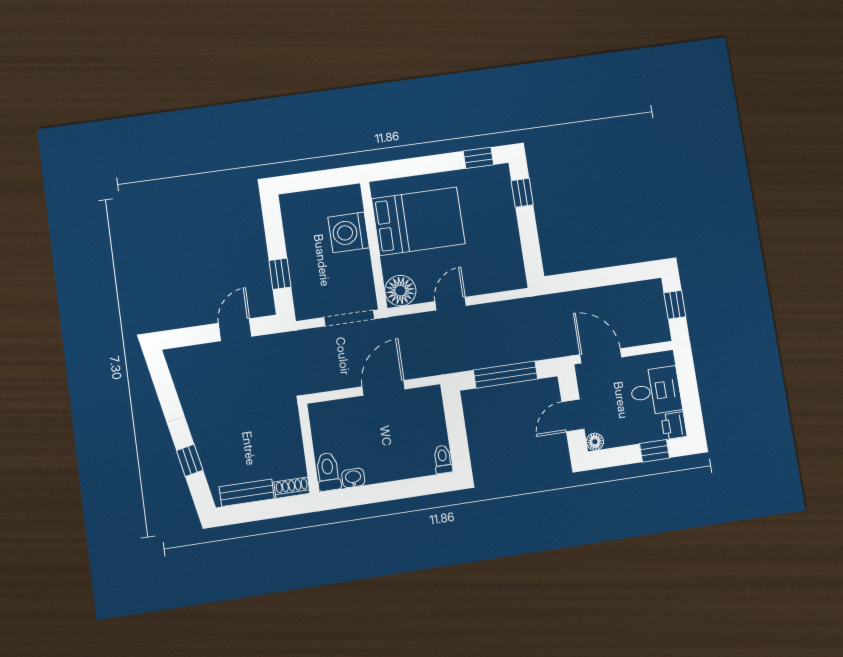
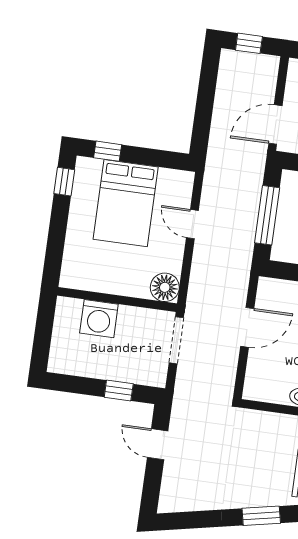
bed: (418, 221) -> (126, 203), moved, turned 180
door: (451, 304) -> (192, 224), moved
door: (384, 388) -> (247, 327), swing flipped
window: (190, 460) -> (261, 516), width x1.50

